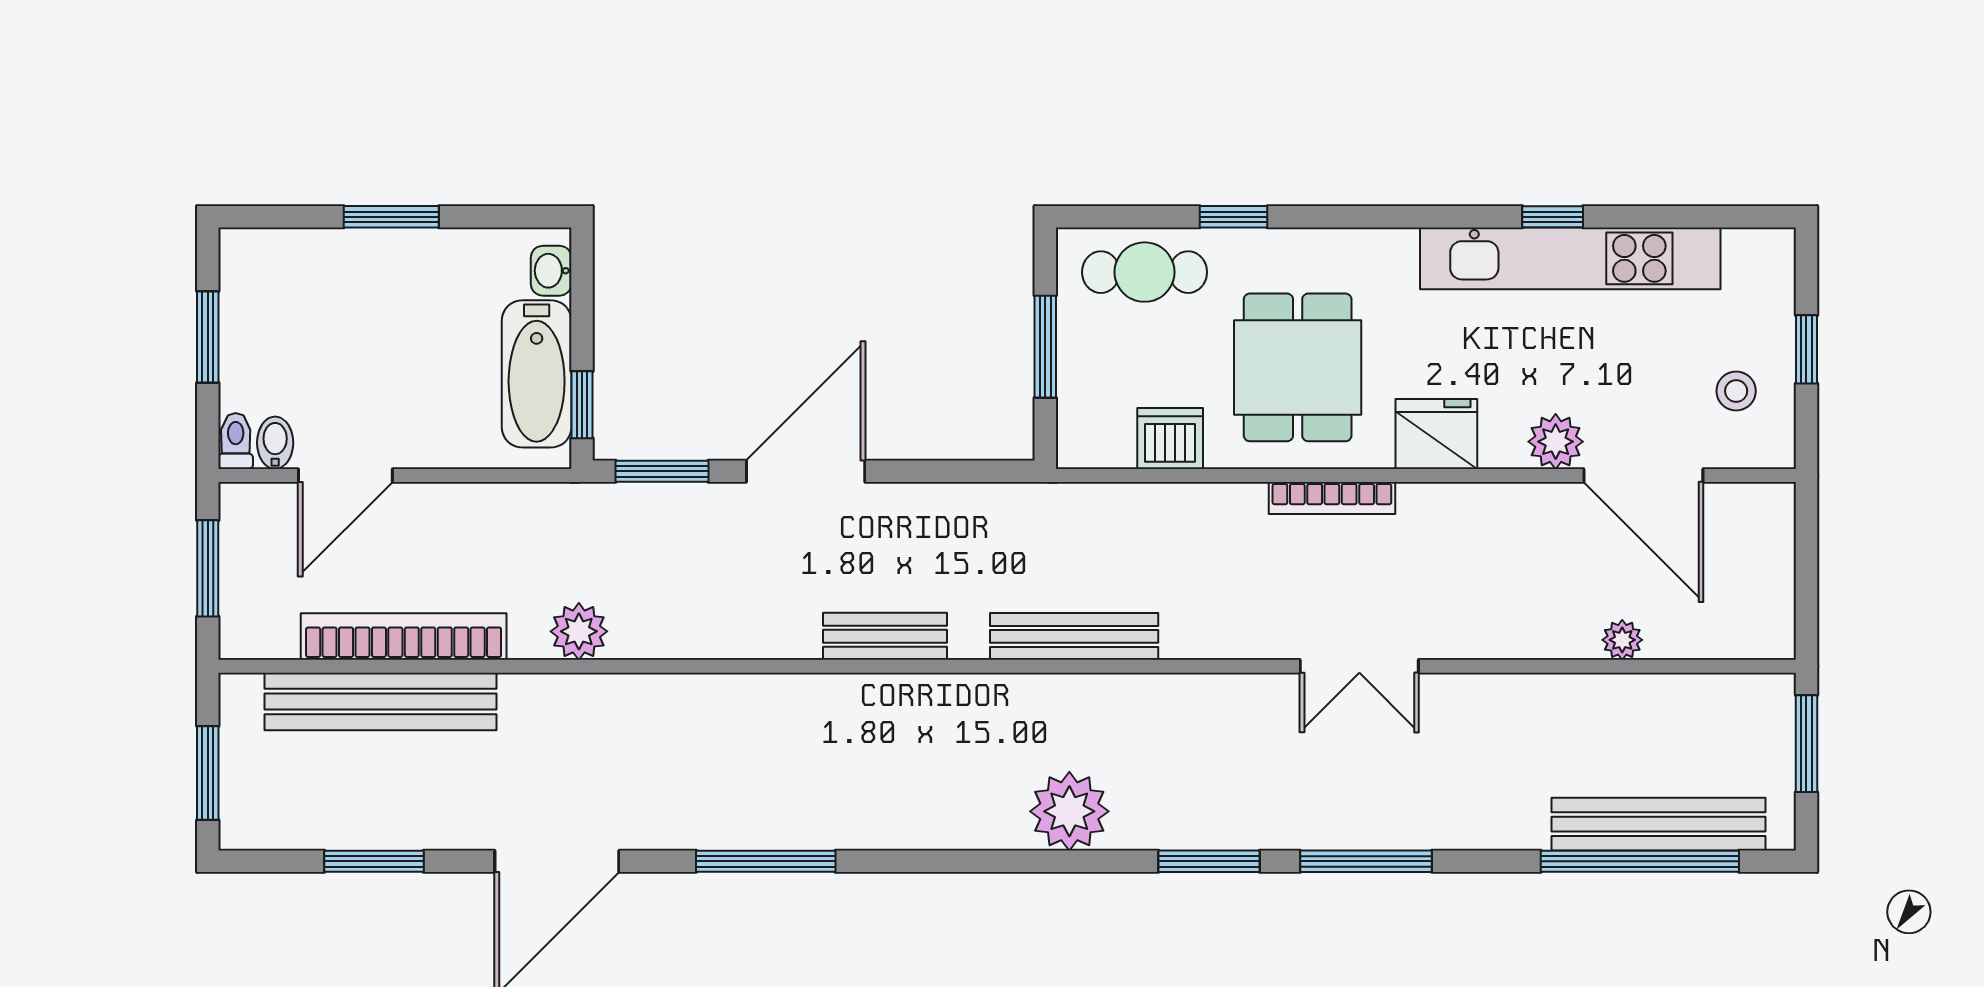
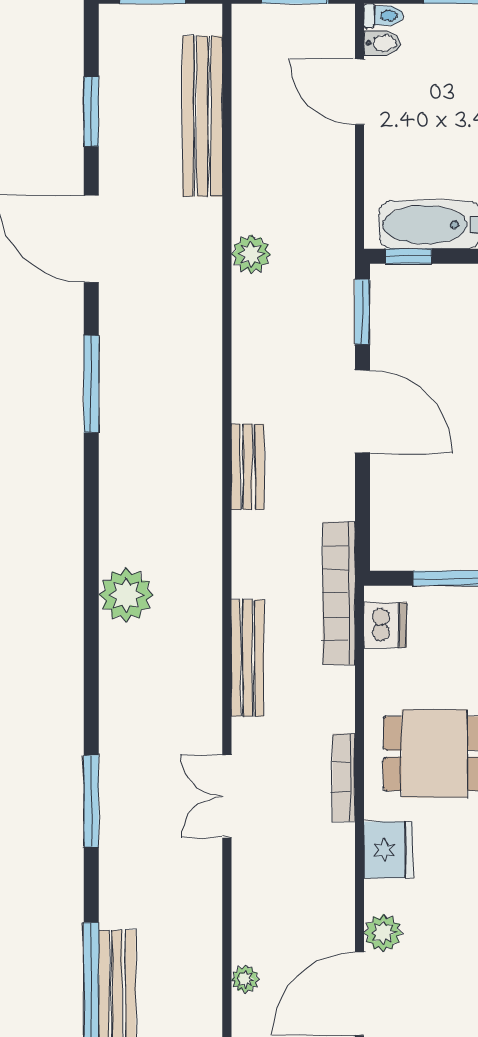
dishwasher: (1170, 439) -> (385, 625), moved
bench: (1074, 636) -> (248, 658), moved
bookcase: (404, 637) -> (339, 593), moved, turned 180
window: (1209, 861) -> (91, 692), removed

